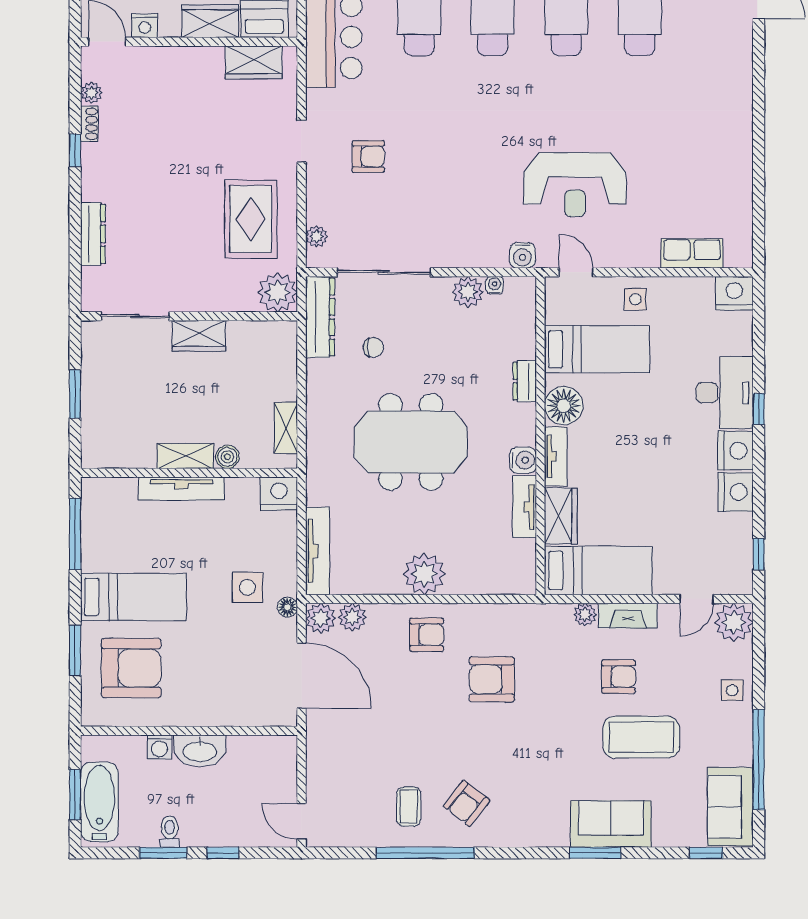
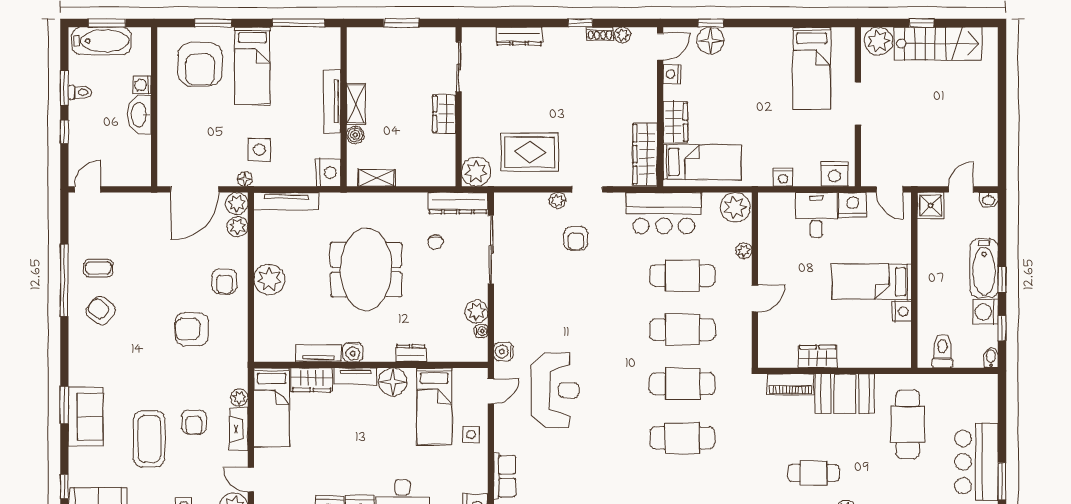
wardrobe: (254, 62) -> (645, 154), width x1.50
reception desk: (575, 185) -> (555, 390), turned 180
plant: (317, 236) -> (558, 200), moved
armchair: (492, 679) -> (192, 329), turned -90

